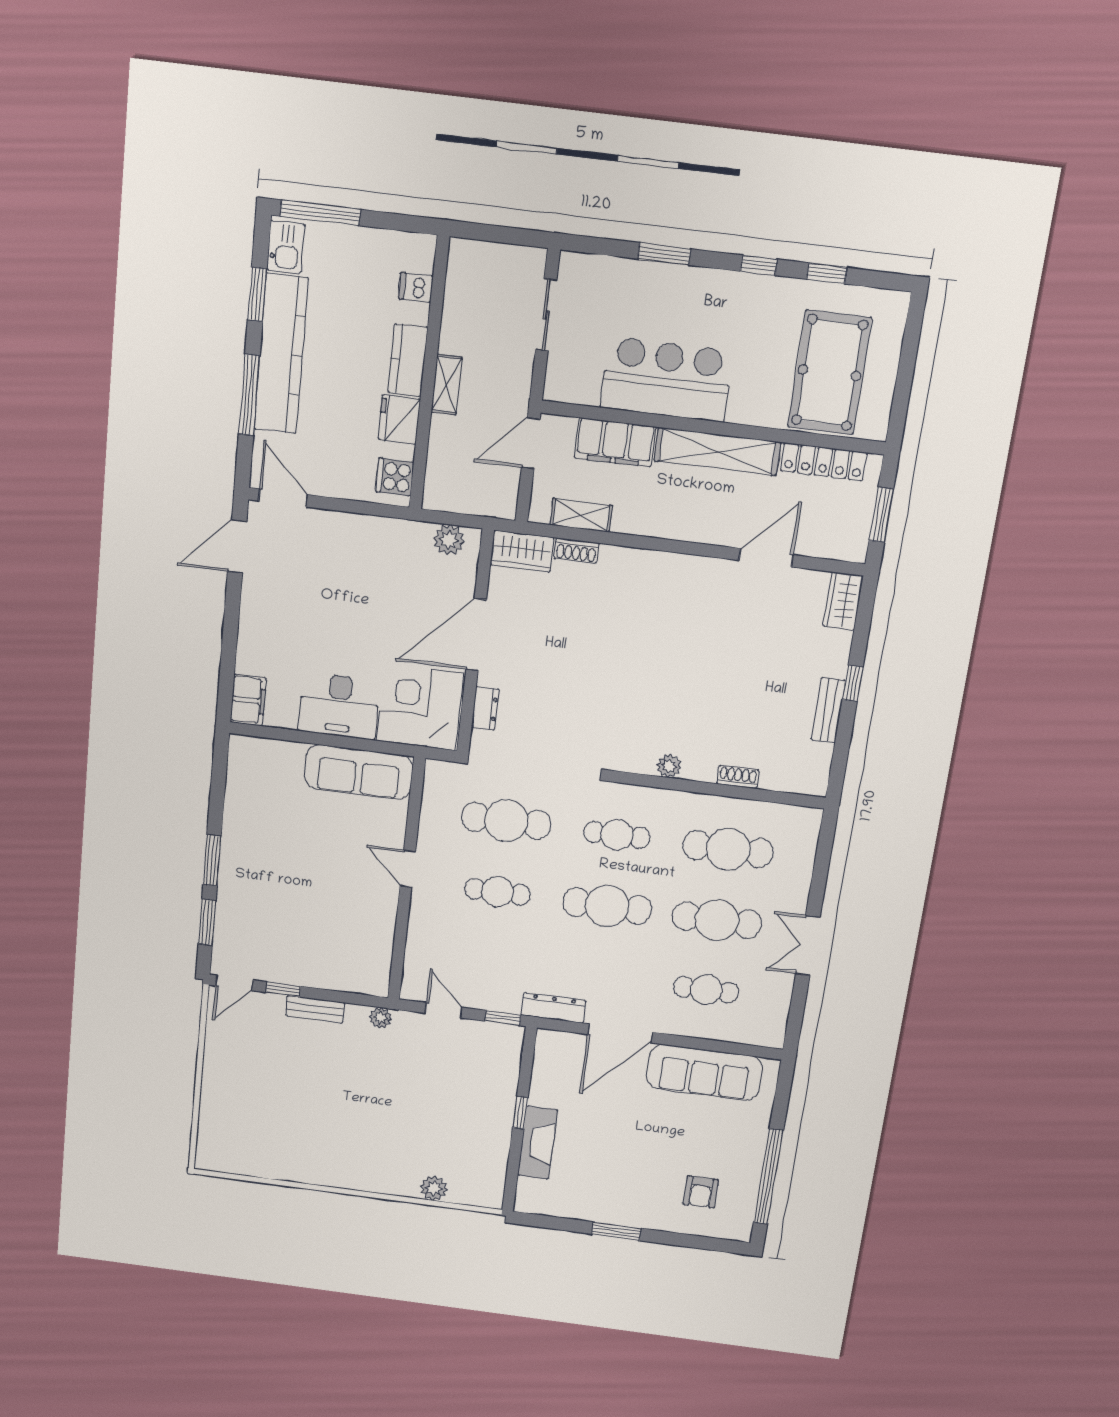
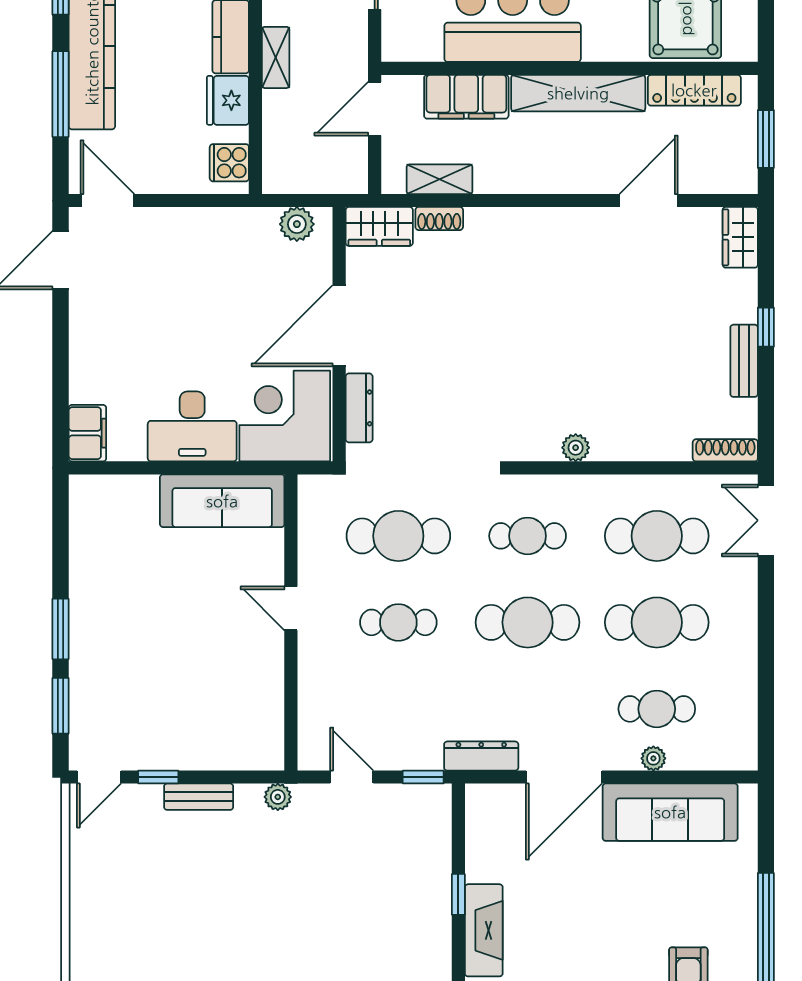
dresser: (485, 708) -> (359, 408), width x1.44
shoe rack: (738, 777) -> (725, 450), moved, width x1.43
double door: (808, 946) -> (766, 520), moved
plant: (697, 1028) -> (653, 758), added

